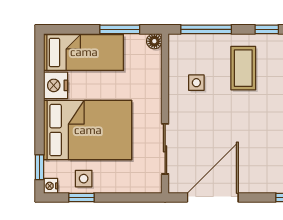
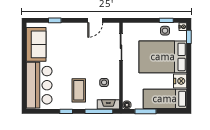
fireplace: (188, 42) -> (108, 104), added
door: (213, 197) -> (95, 20), width x0.53

